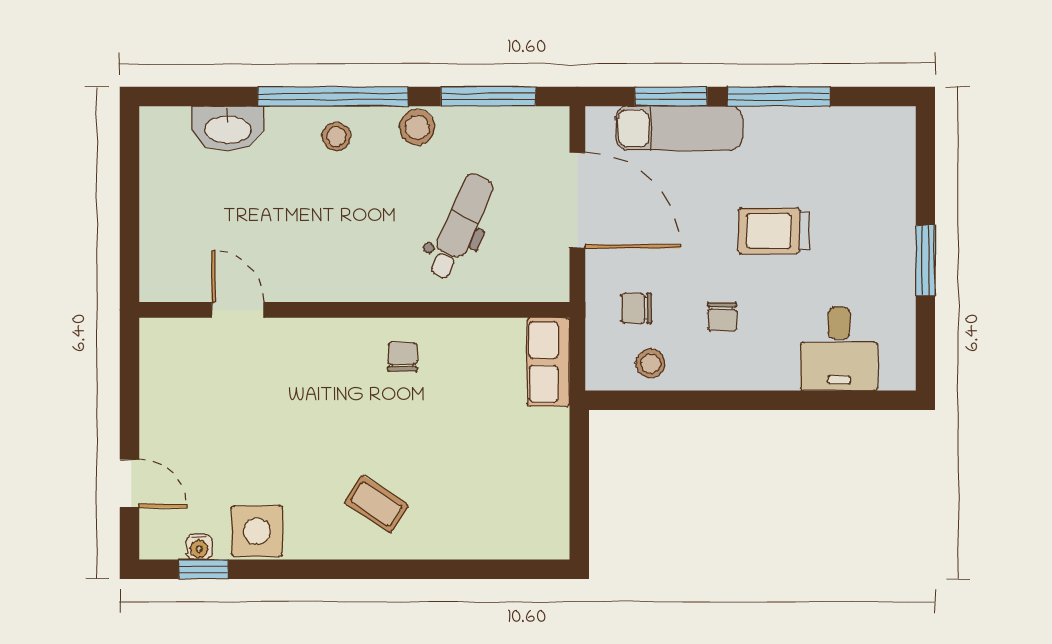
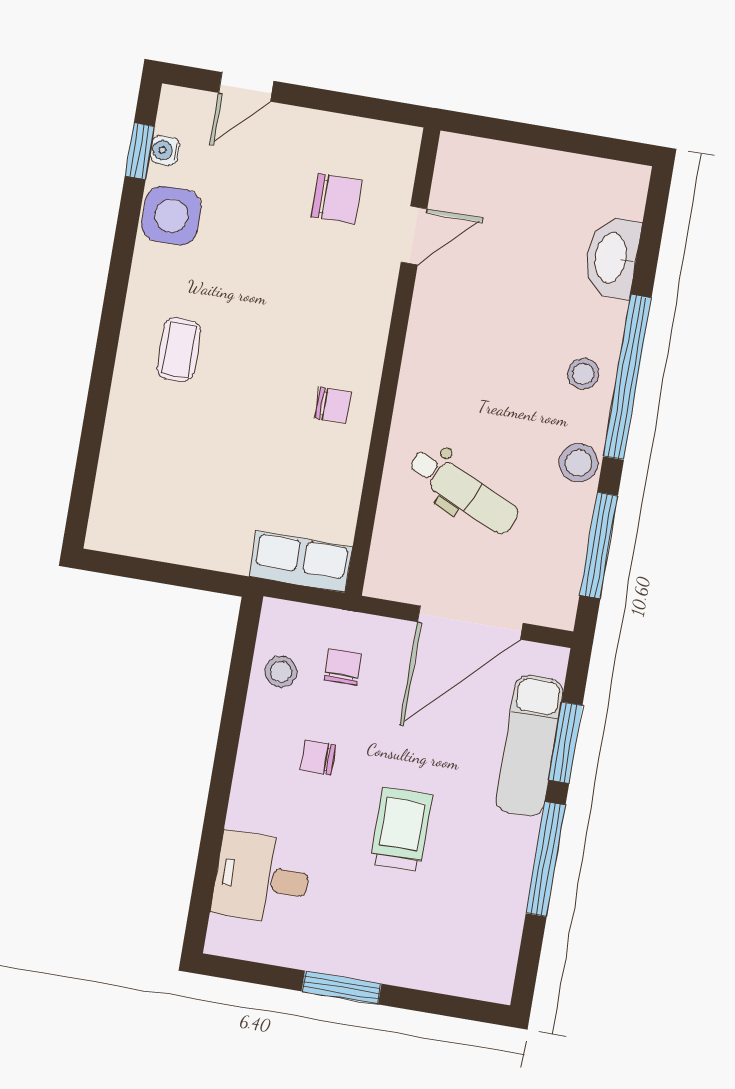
chair: (216, 385) -> (337, 199), added
coffee table: (376, 504) -> (179, 350), turned -33

